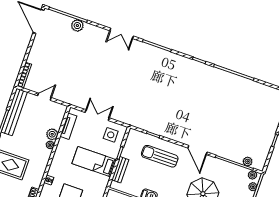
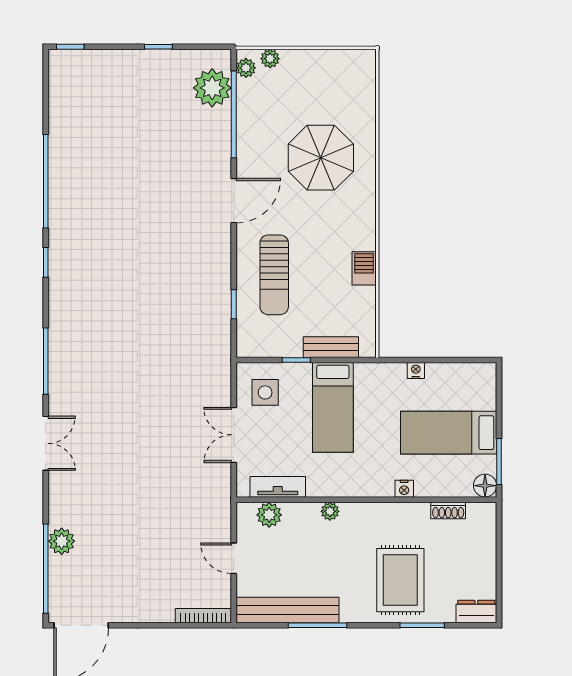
plant: (52, 134) -> (269, 515), moved
plant: (248, 161) -> (212, 88), width x1.88, depth x1.88

